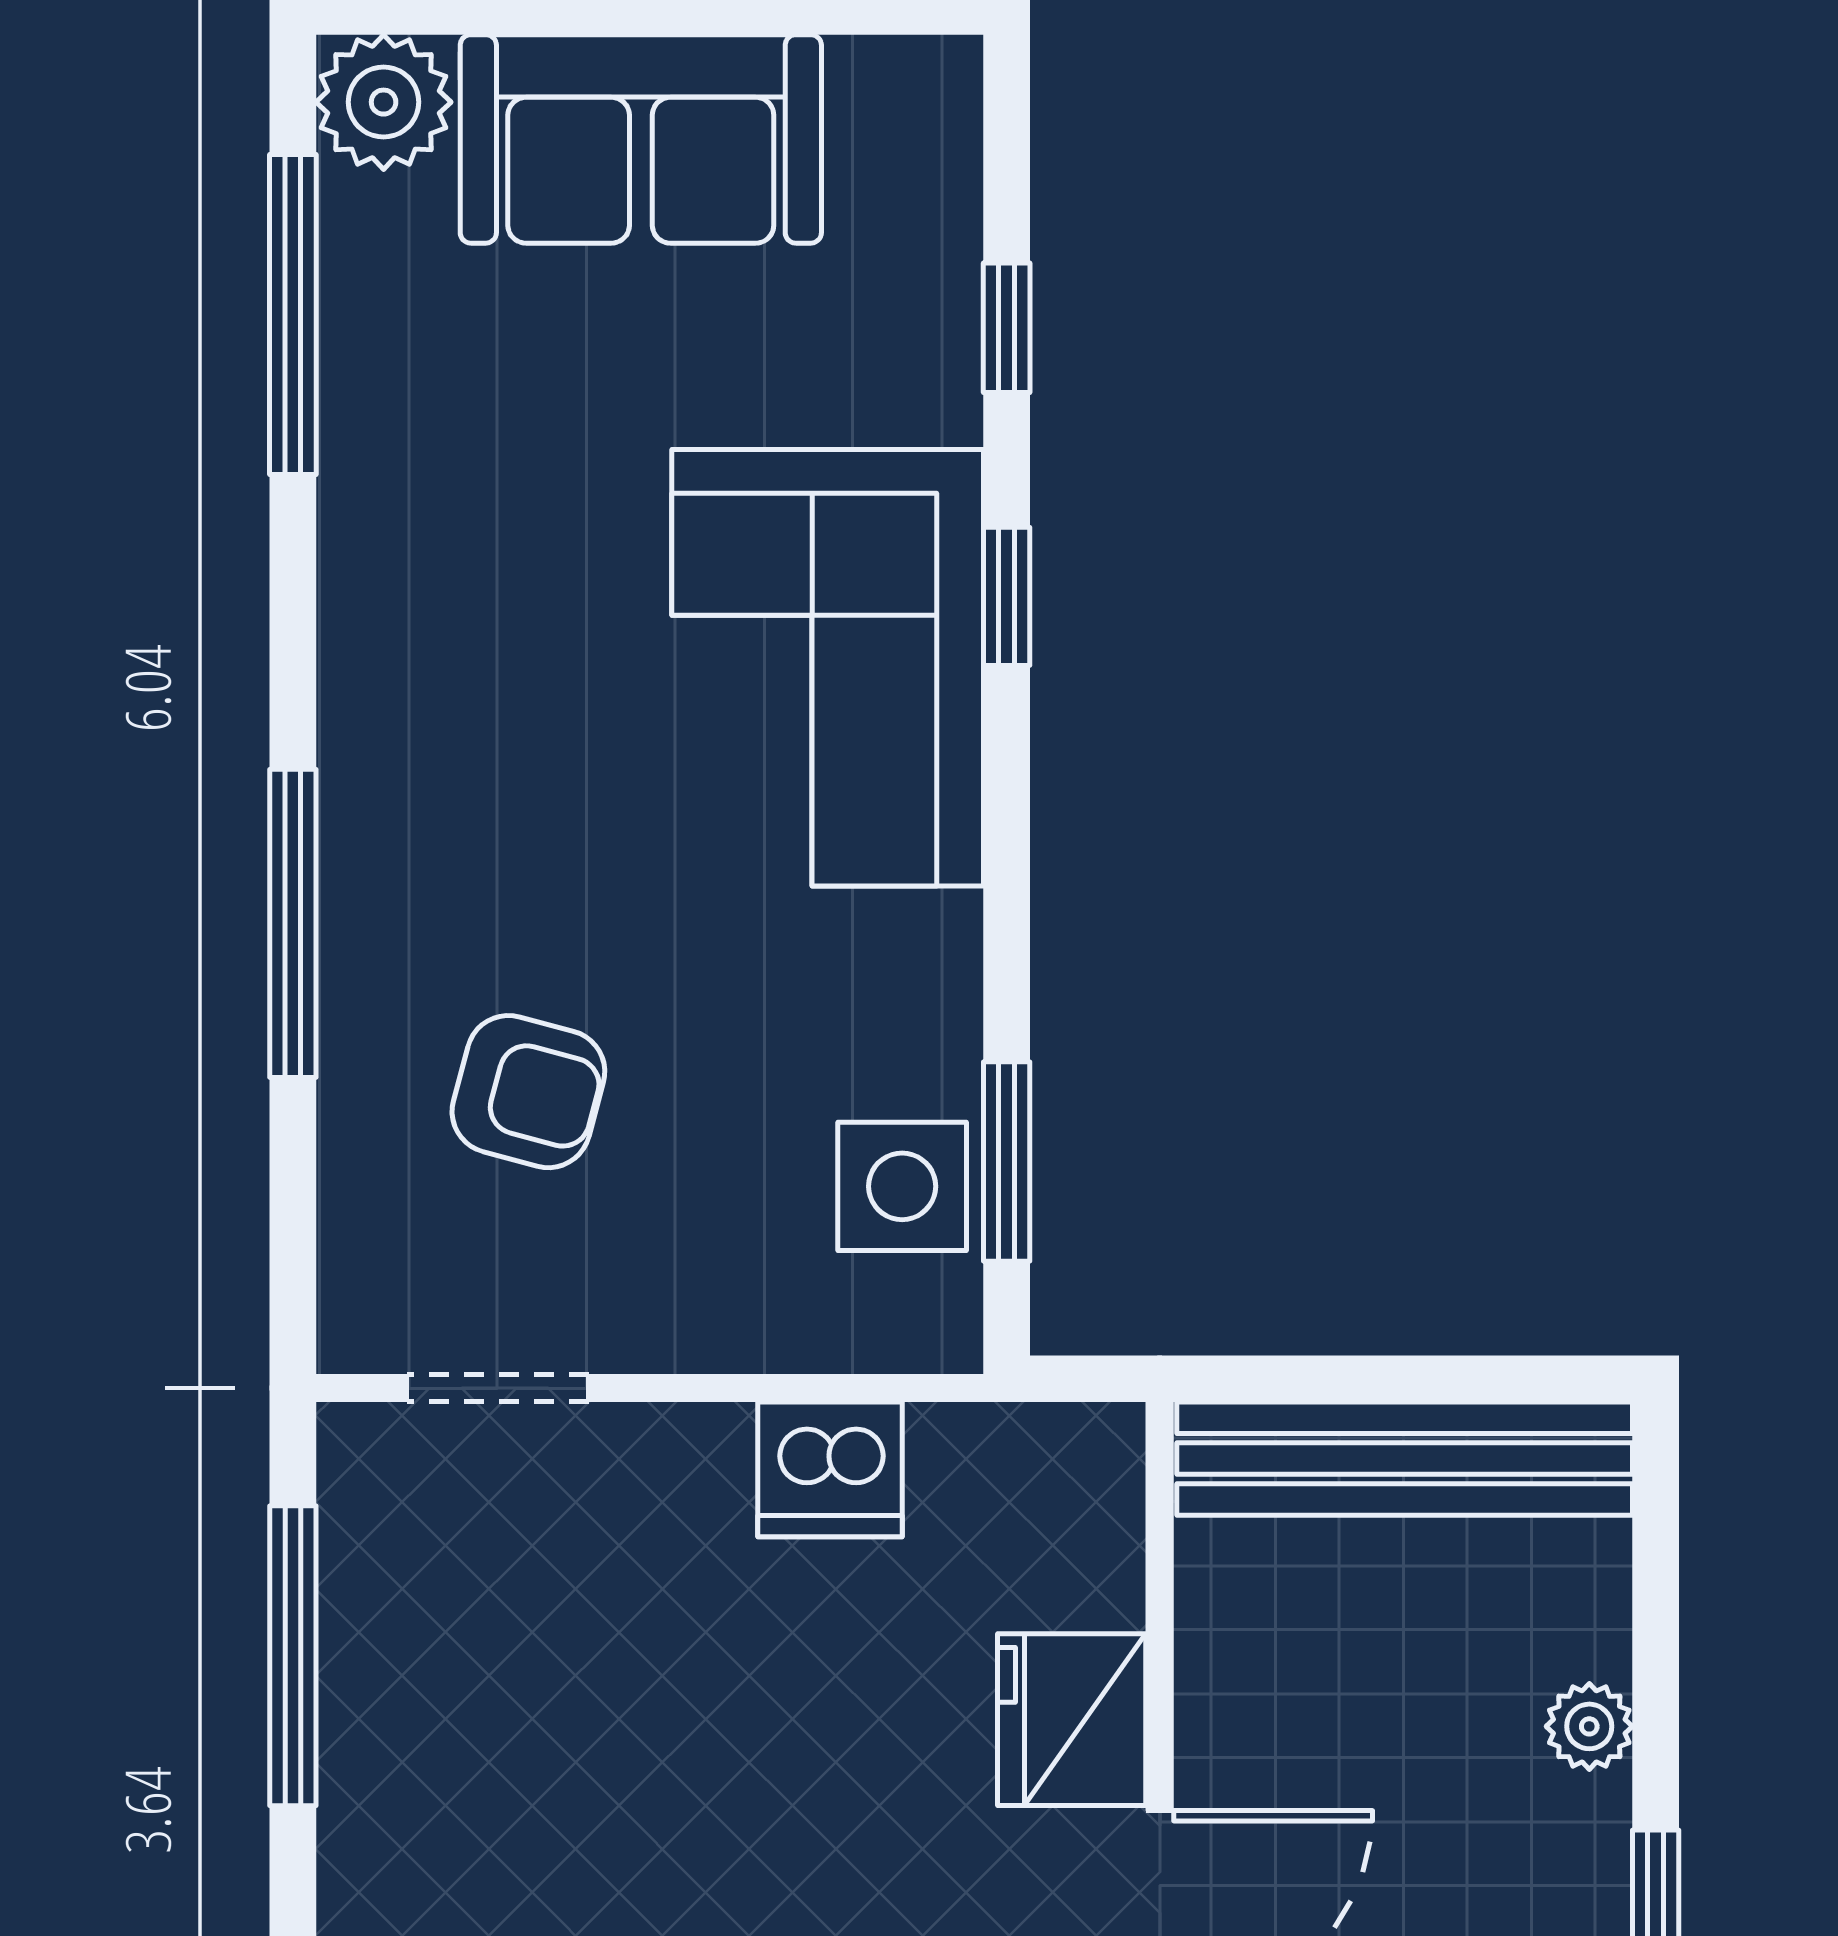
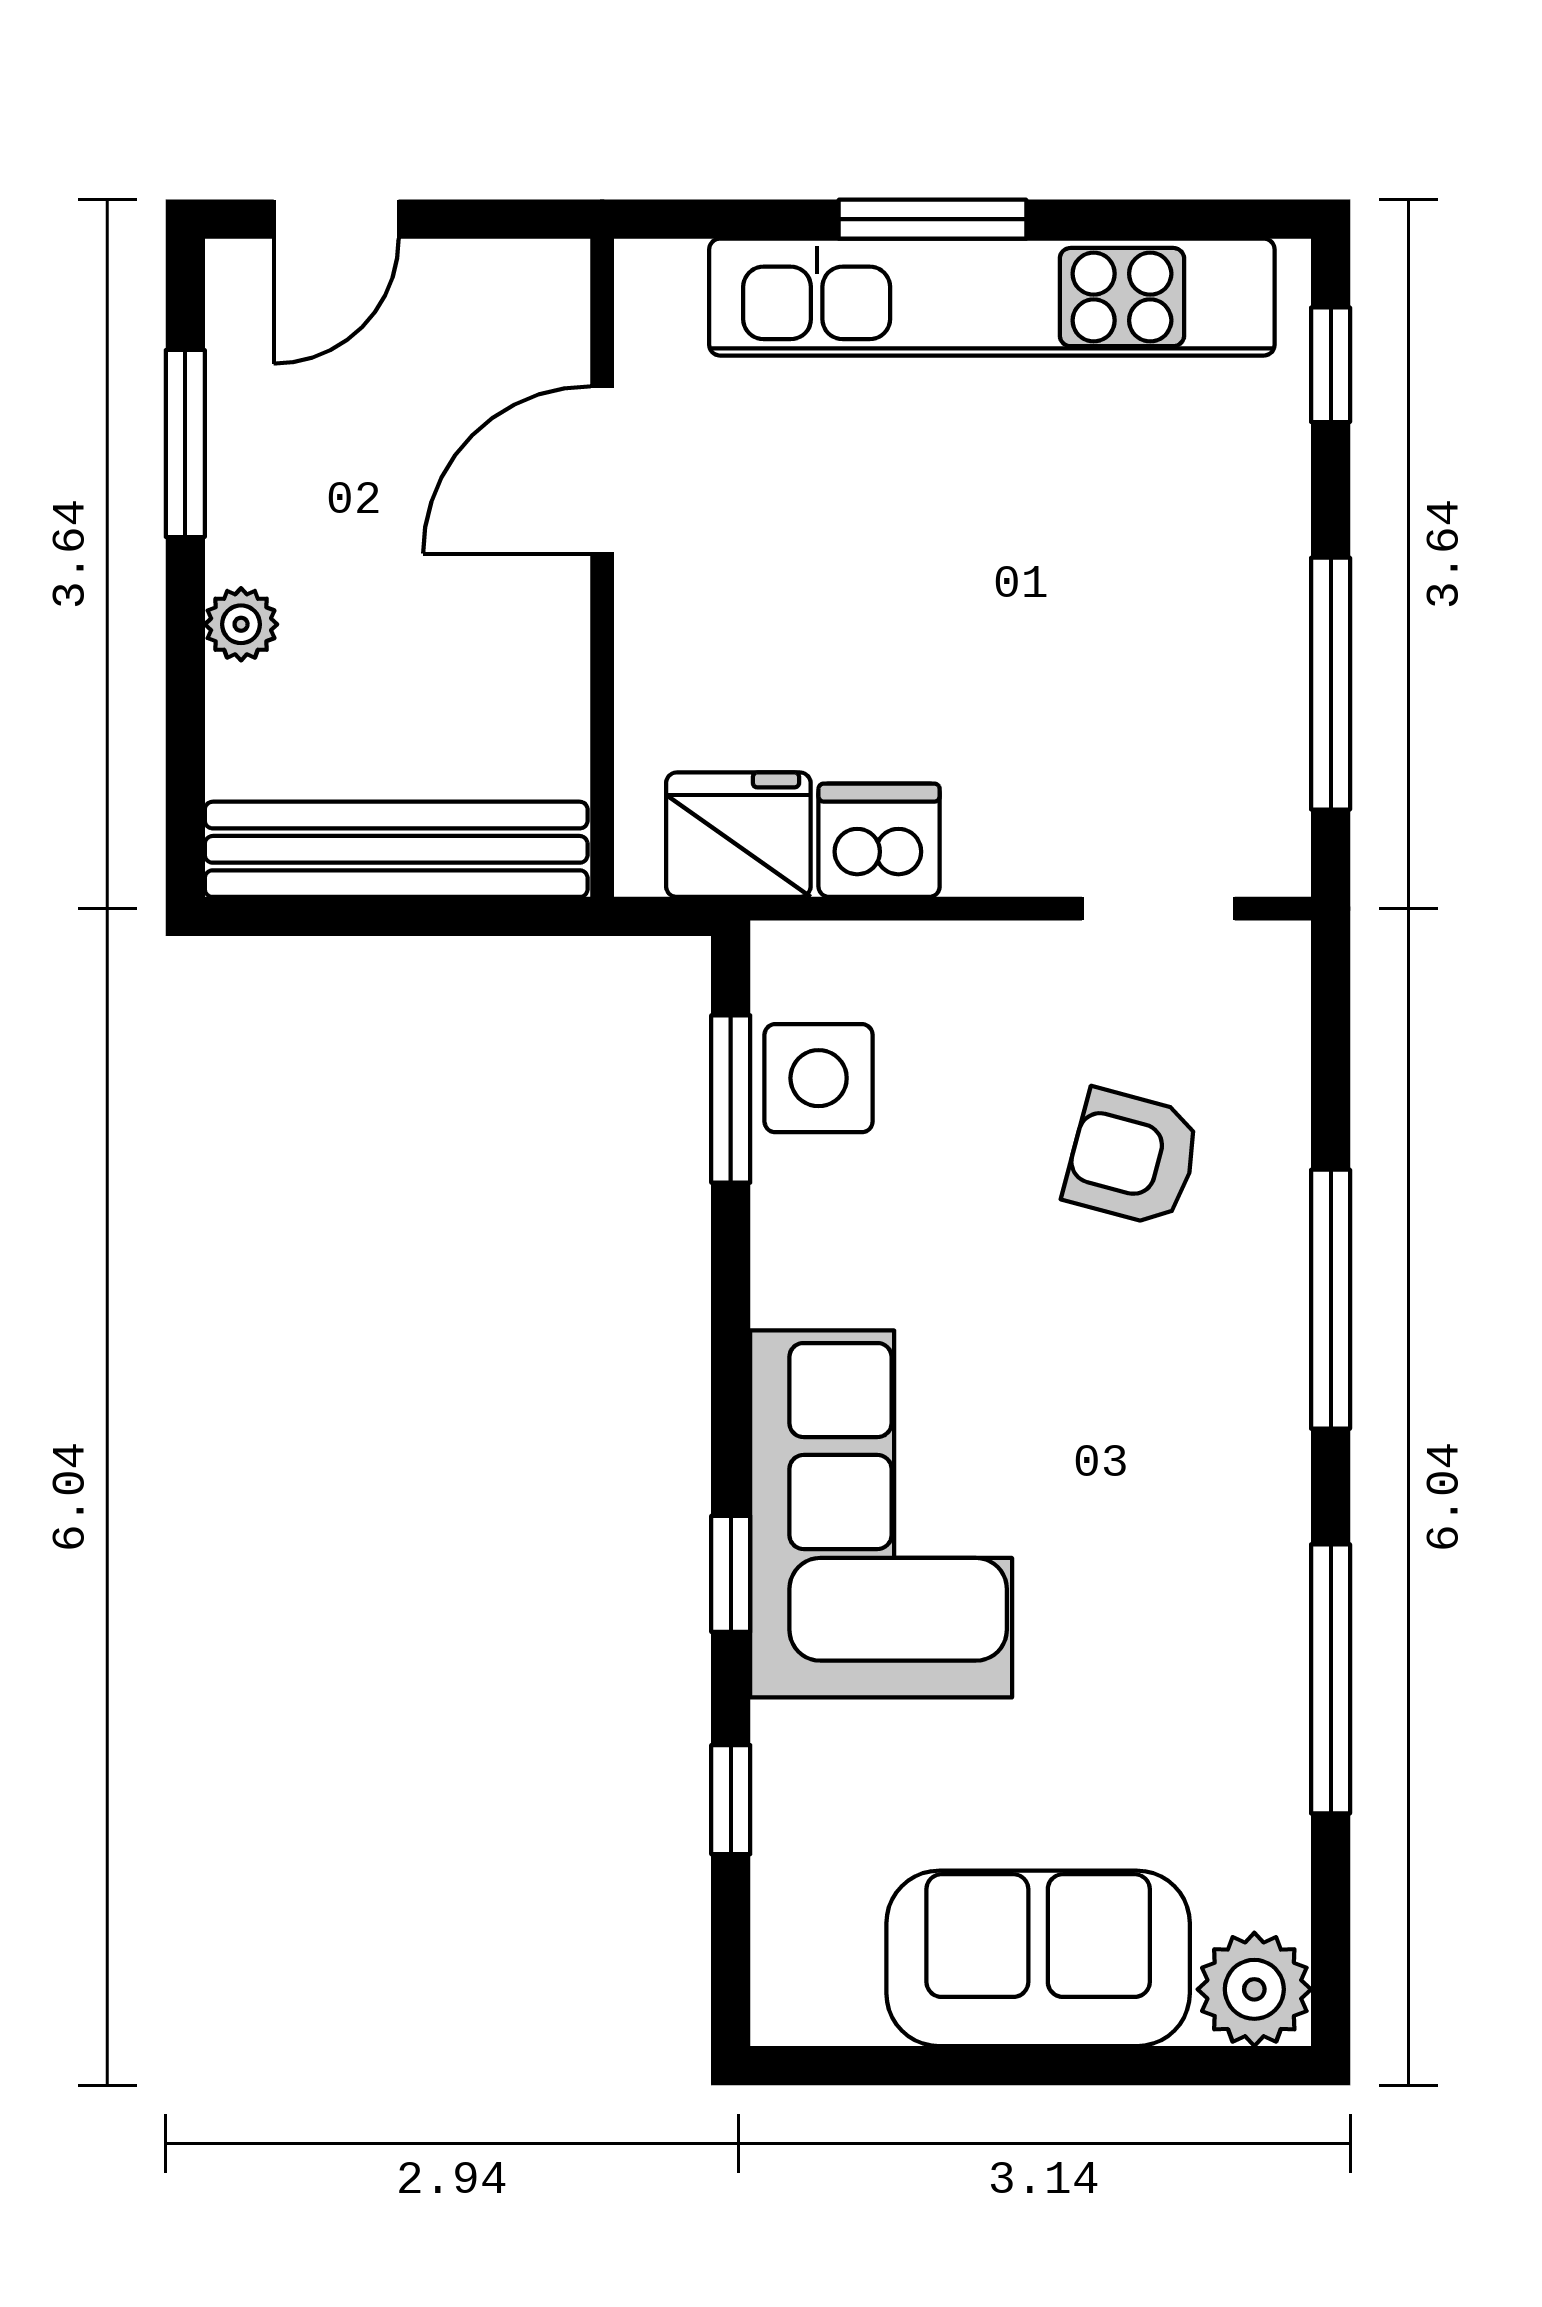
window: (293, 315) -> (1331, 1679), moved
fridge: (1072, 1720) -> (738, 835), moved, turned -90

